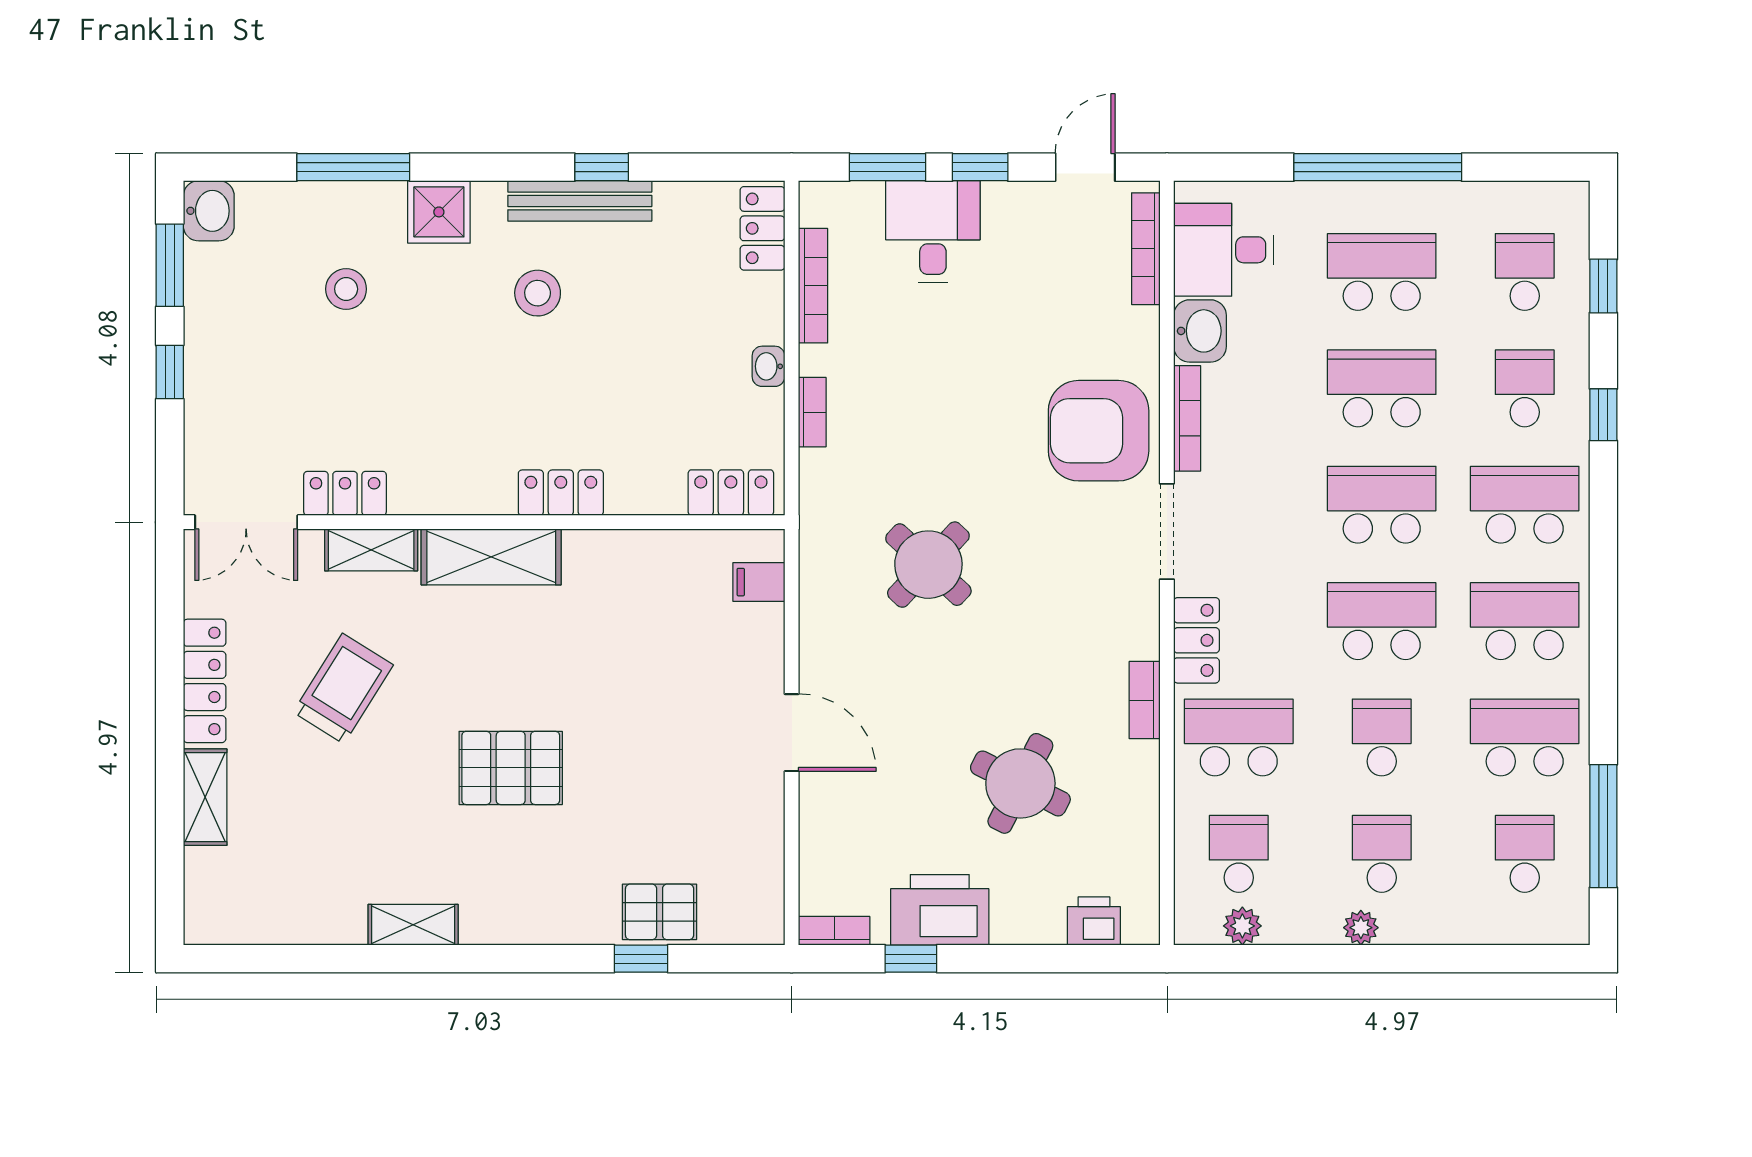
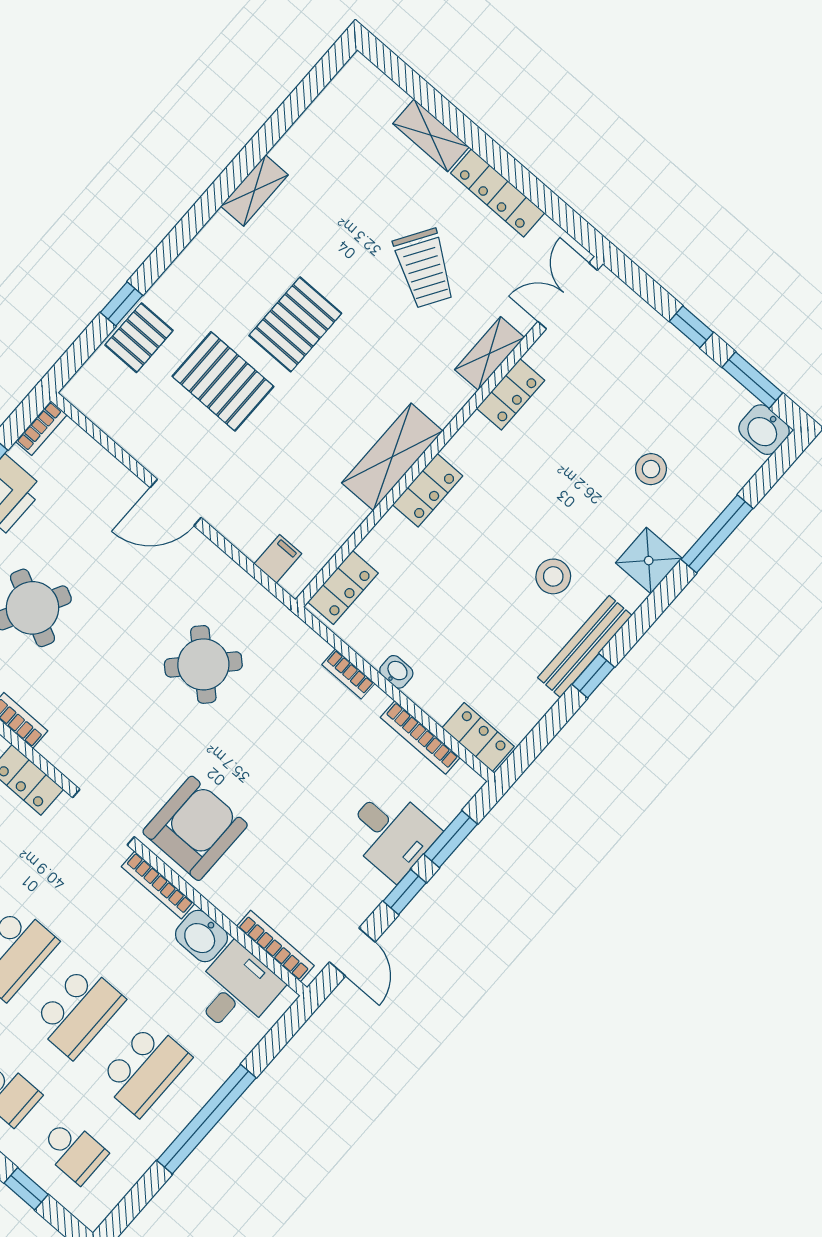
locker: (345, 493) -> (511, 394), moved
shelving: (491, 557) -> (392, 457), moved
pallet: (630, 791) -> (223, 381), added

